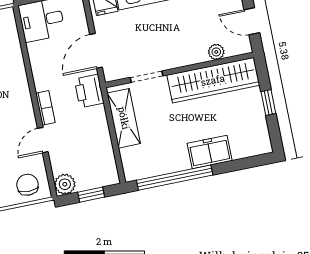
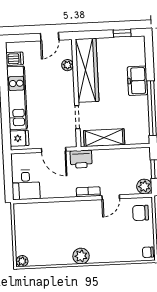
window: (268, 103) -> (122, 33), moved
door: (43, 140) -> (111, 197), hinge flipped

